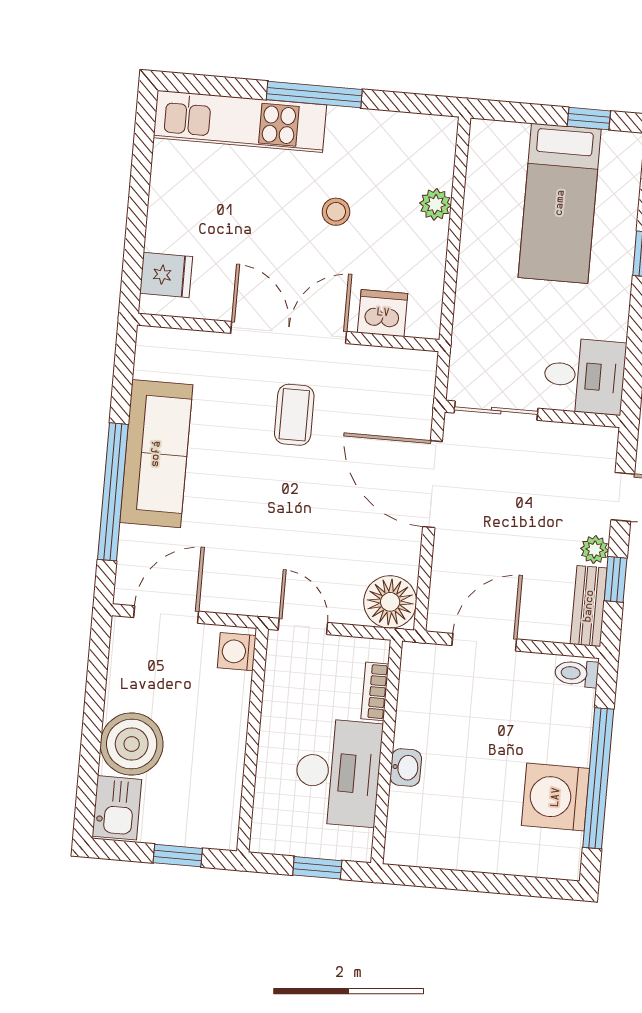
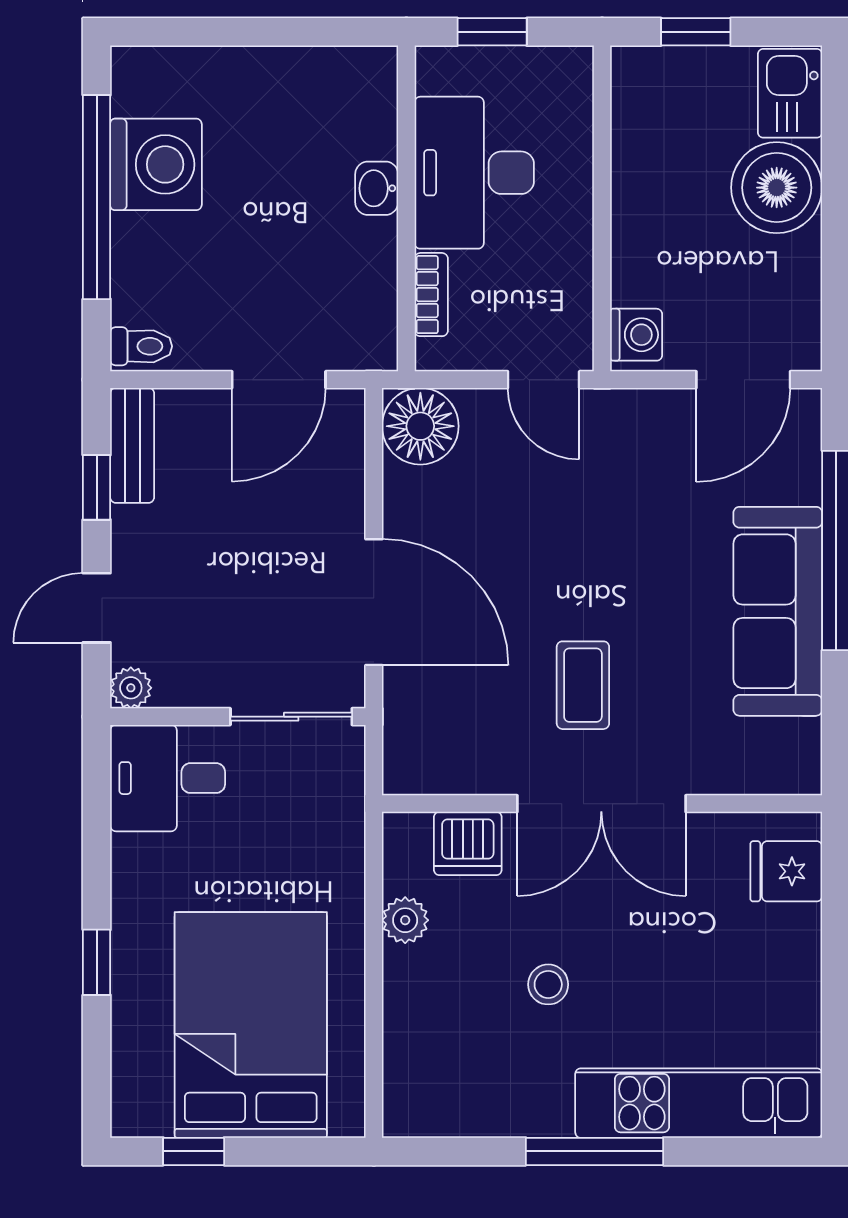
bed: (560, 203) -> (251, 1025), width x1.50
plant: (435, 204) -> (405, 920), moved
plant: (595, 550) -> (131, 688), moved

